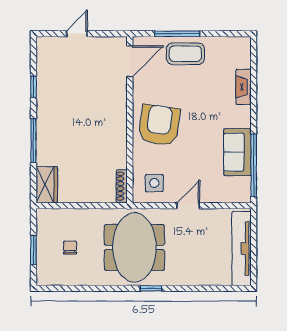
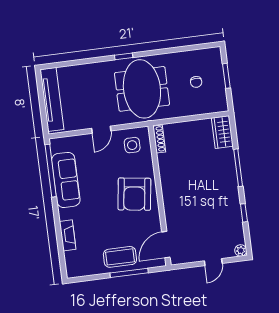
plant: (43, 43) -> (241, 250), added
sofa: (237, 152) -> (66, 180), width x1.36

